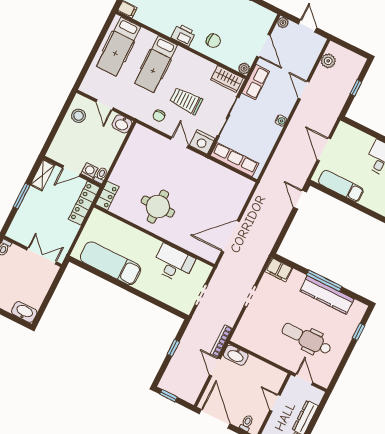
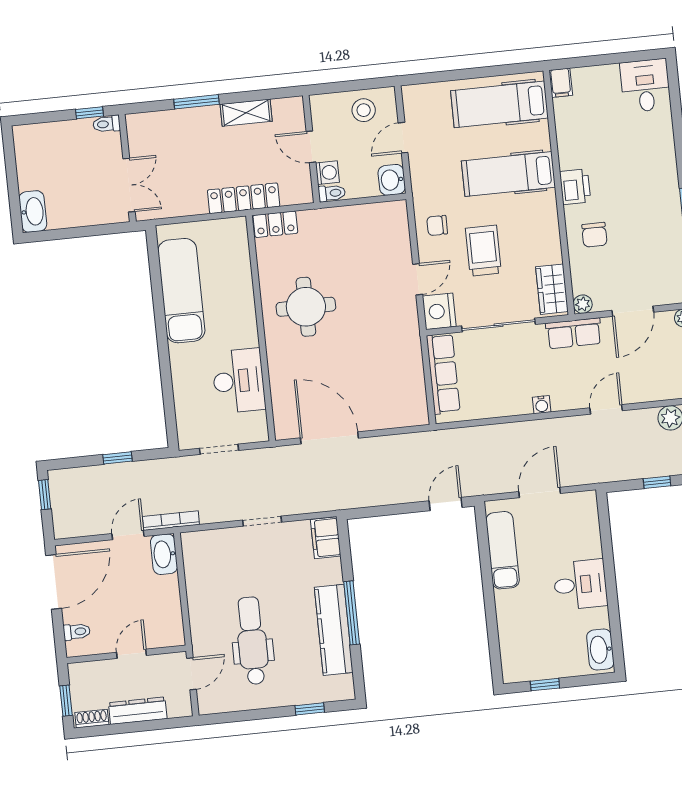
door: (71, 171) -> (311, 147), moved
washing machine: (89, 171) -> (327, 173), moved
wall: (72, 172) -> (311, 149), moved
toilet: (101, 175) -> (332, 193), moved

